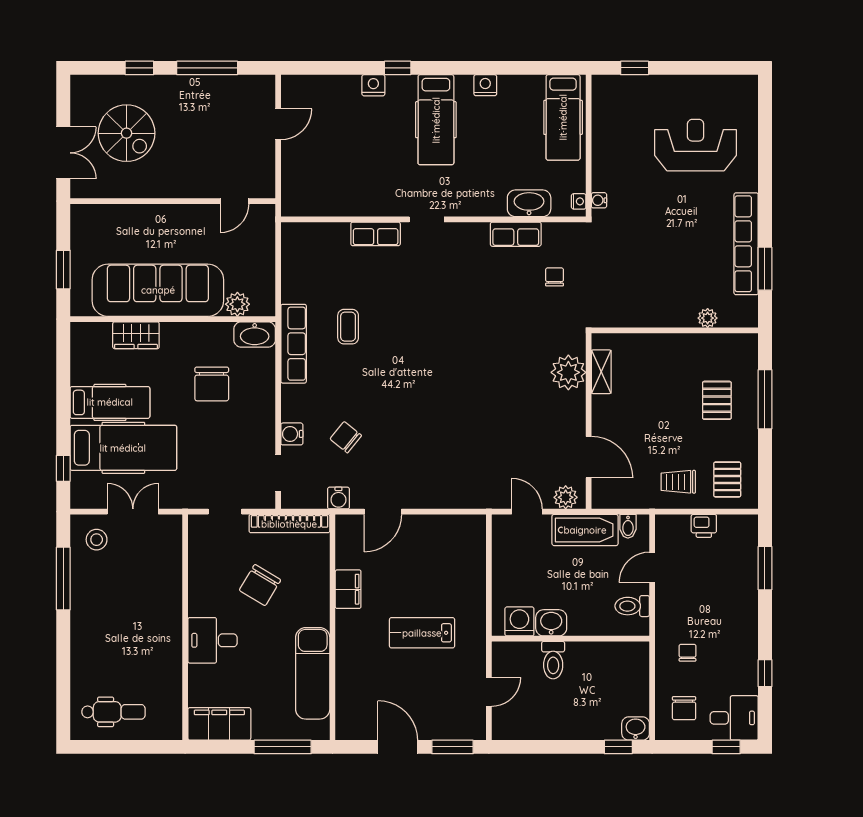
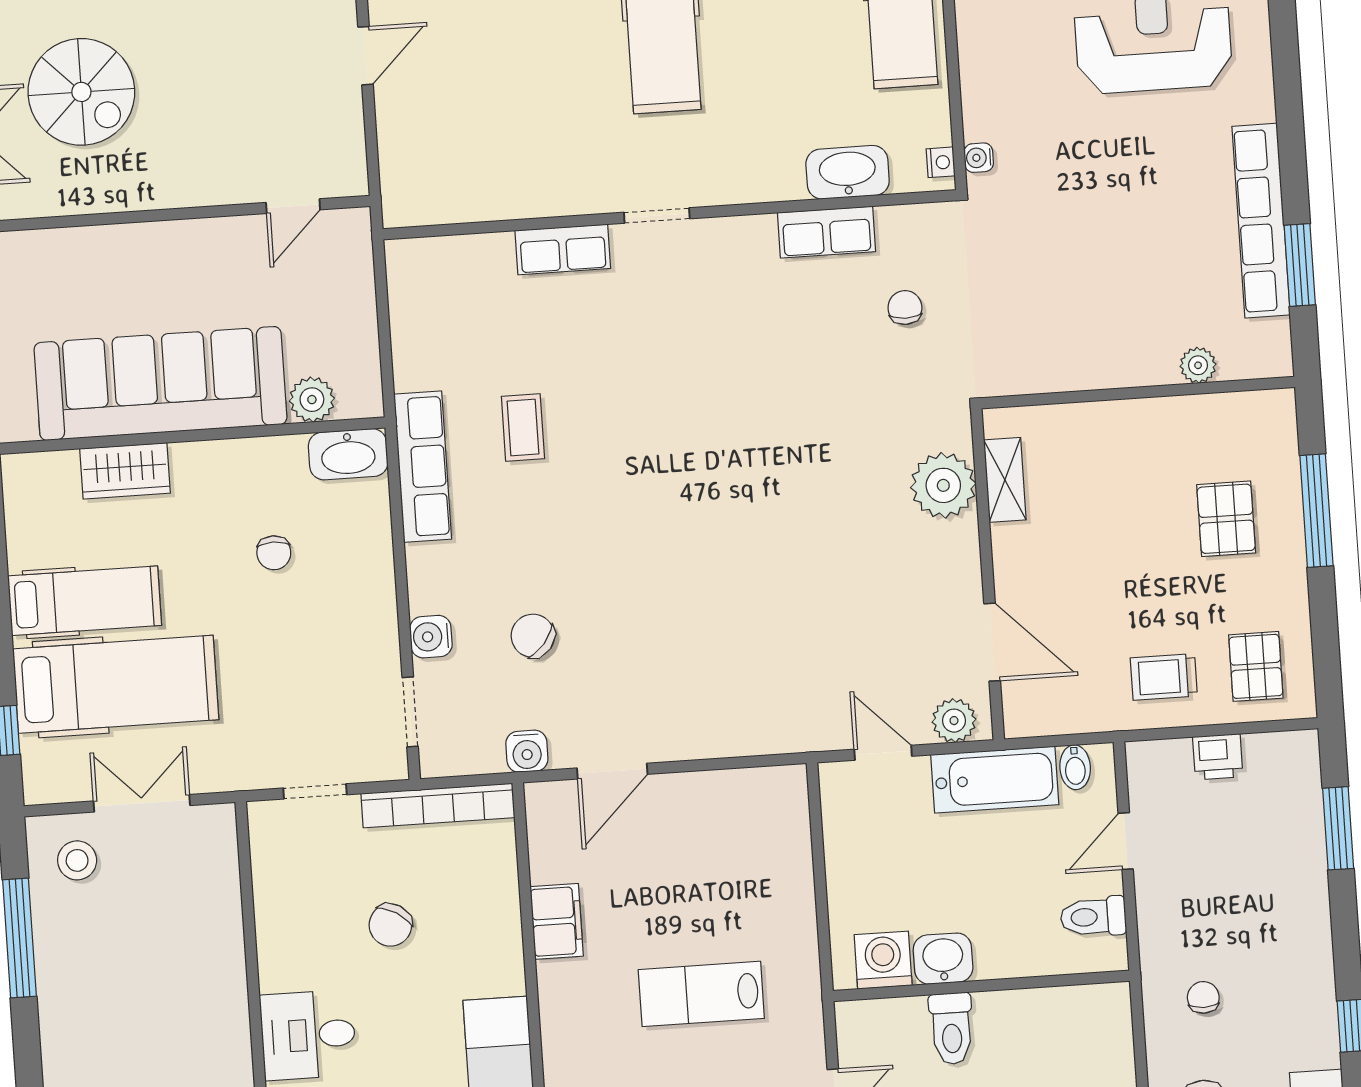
chair: (212, 384) -> (274, 553), width x0.54, depth x0.54
chair: (260, 585) -> (390, 925), width x0.73, depth x0.73

